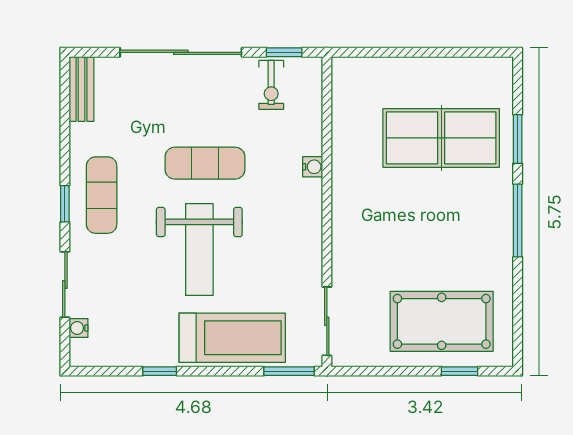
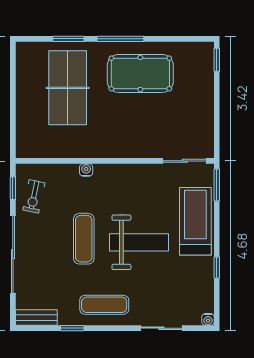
exercise bike: (271, 85) -> (34, 196), turned 102
window: (65, 204) -> (72, 328), moved
pool table: (442, 321) -> (140, 73), moved, turned 90
water cooler: (79, 328) -> (208, 319), moved
window: (460, 371) -> (217, 60), moved

